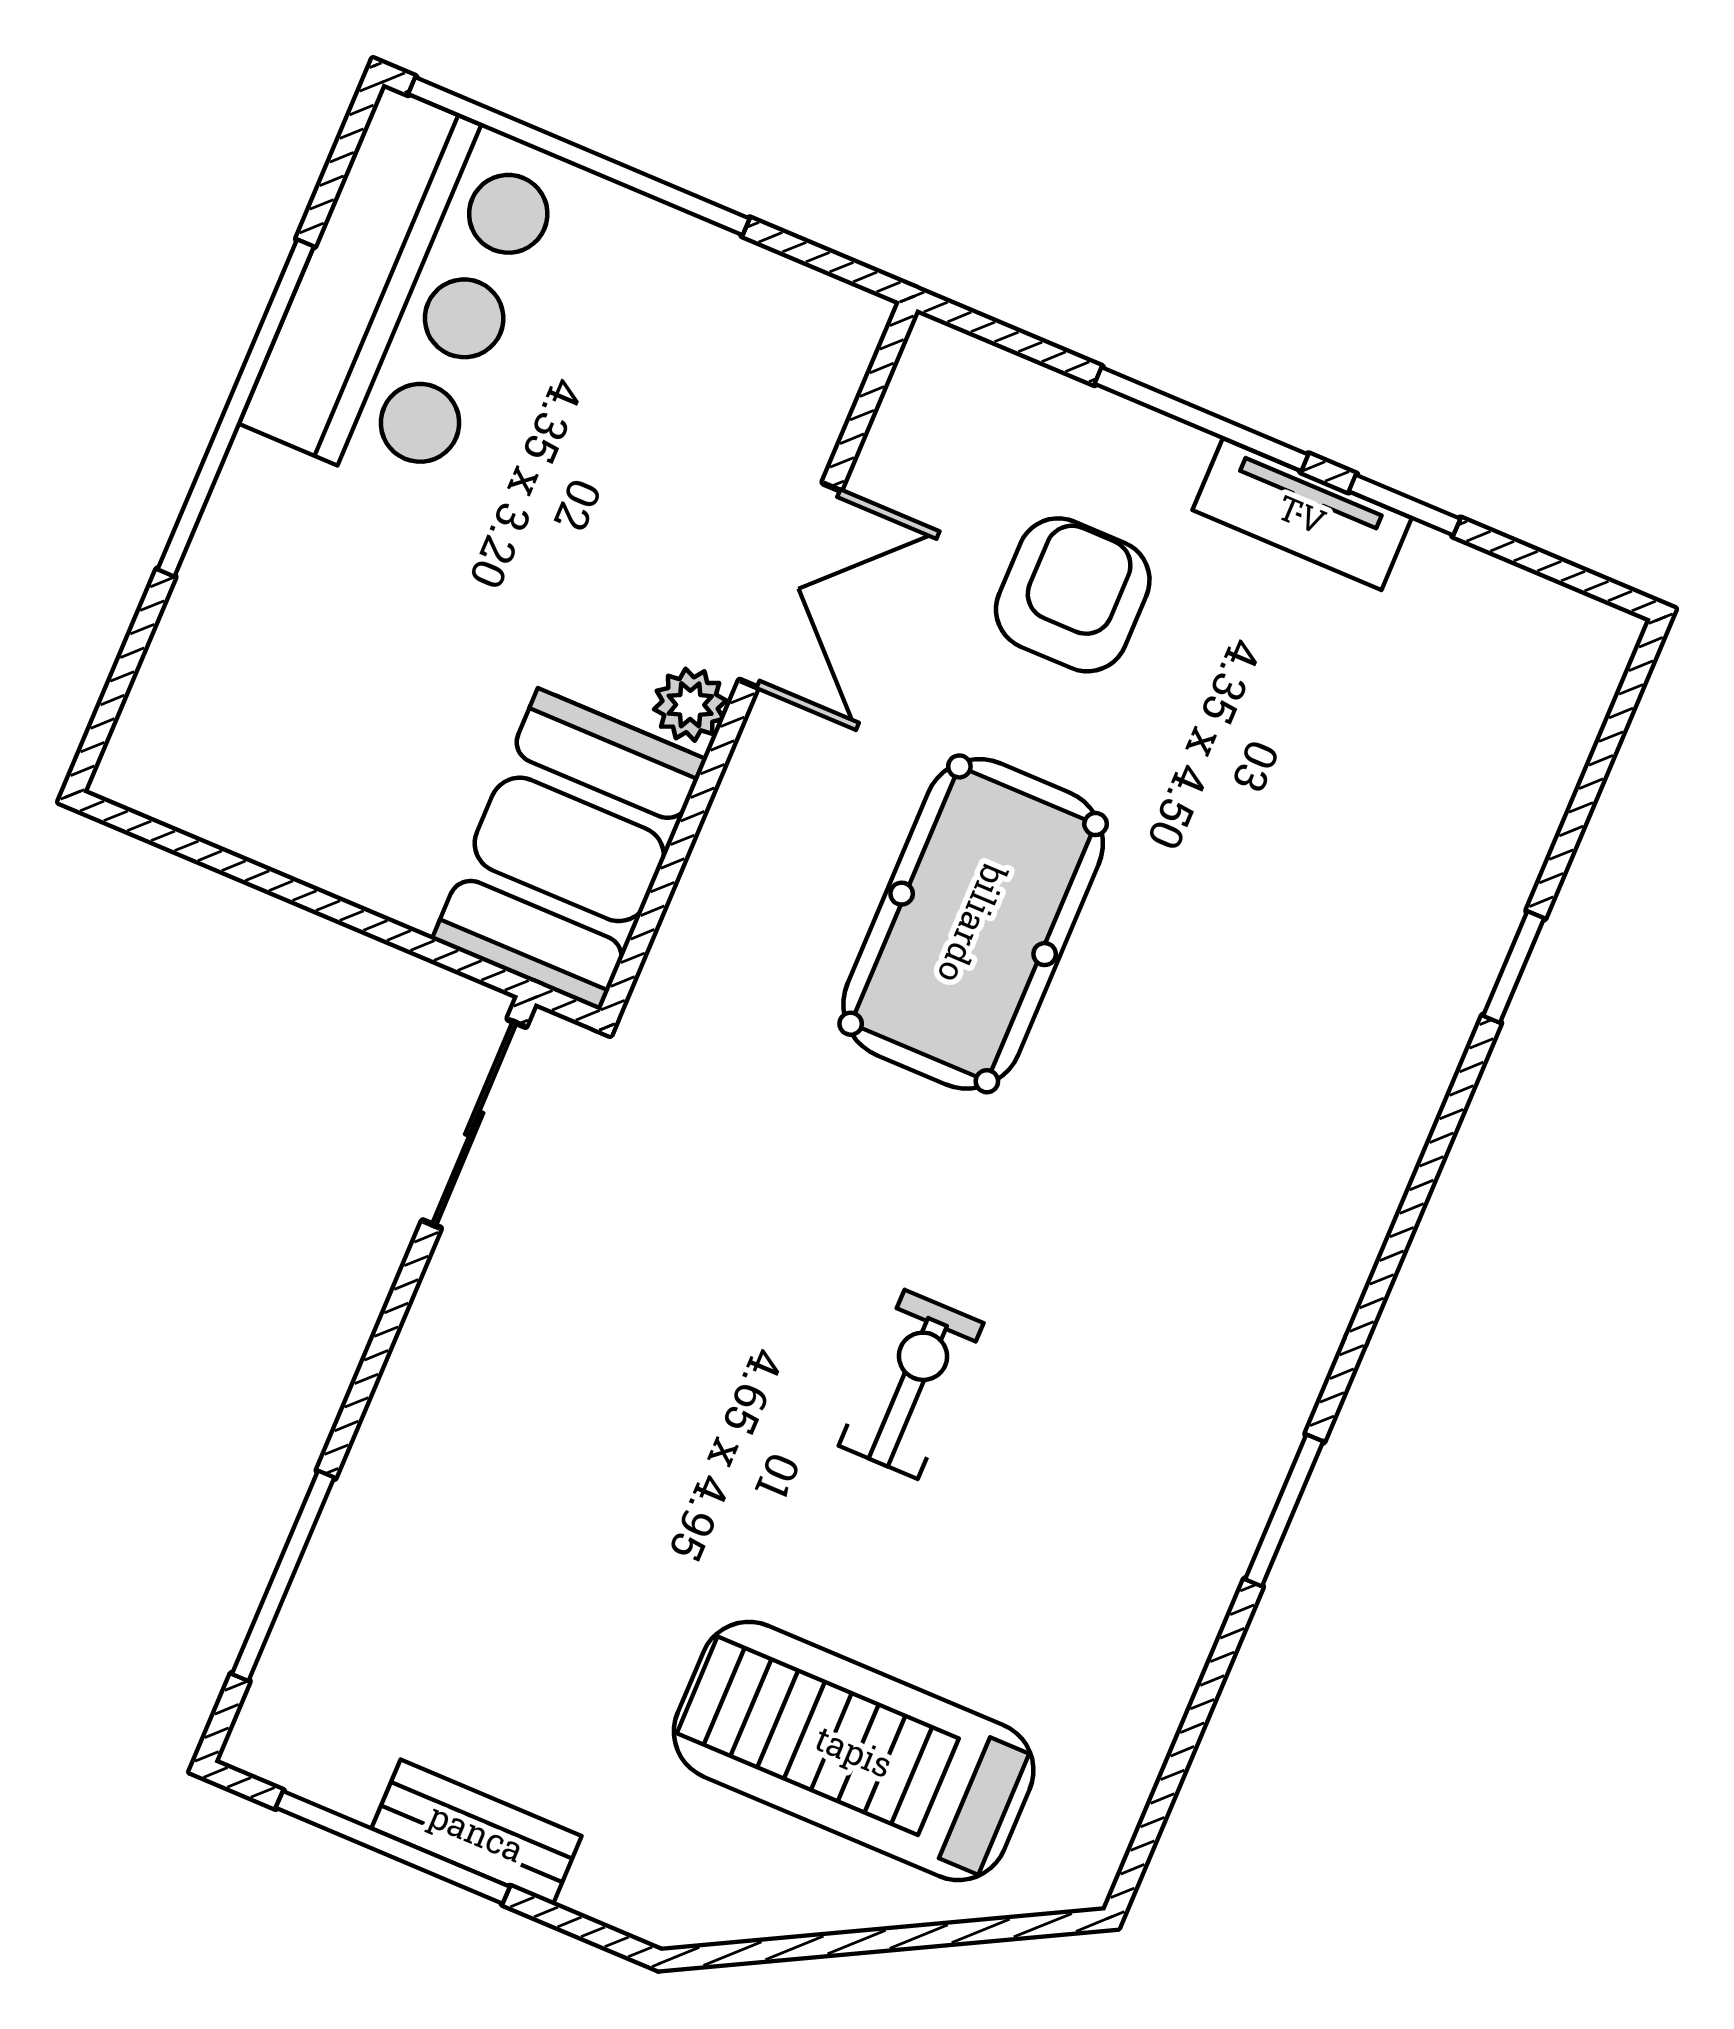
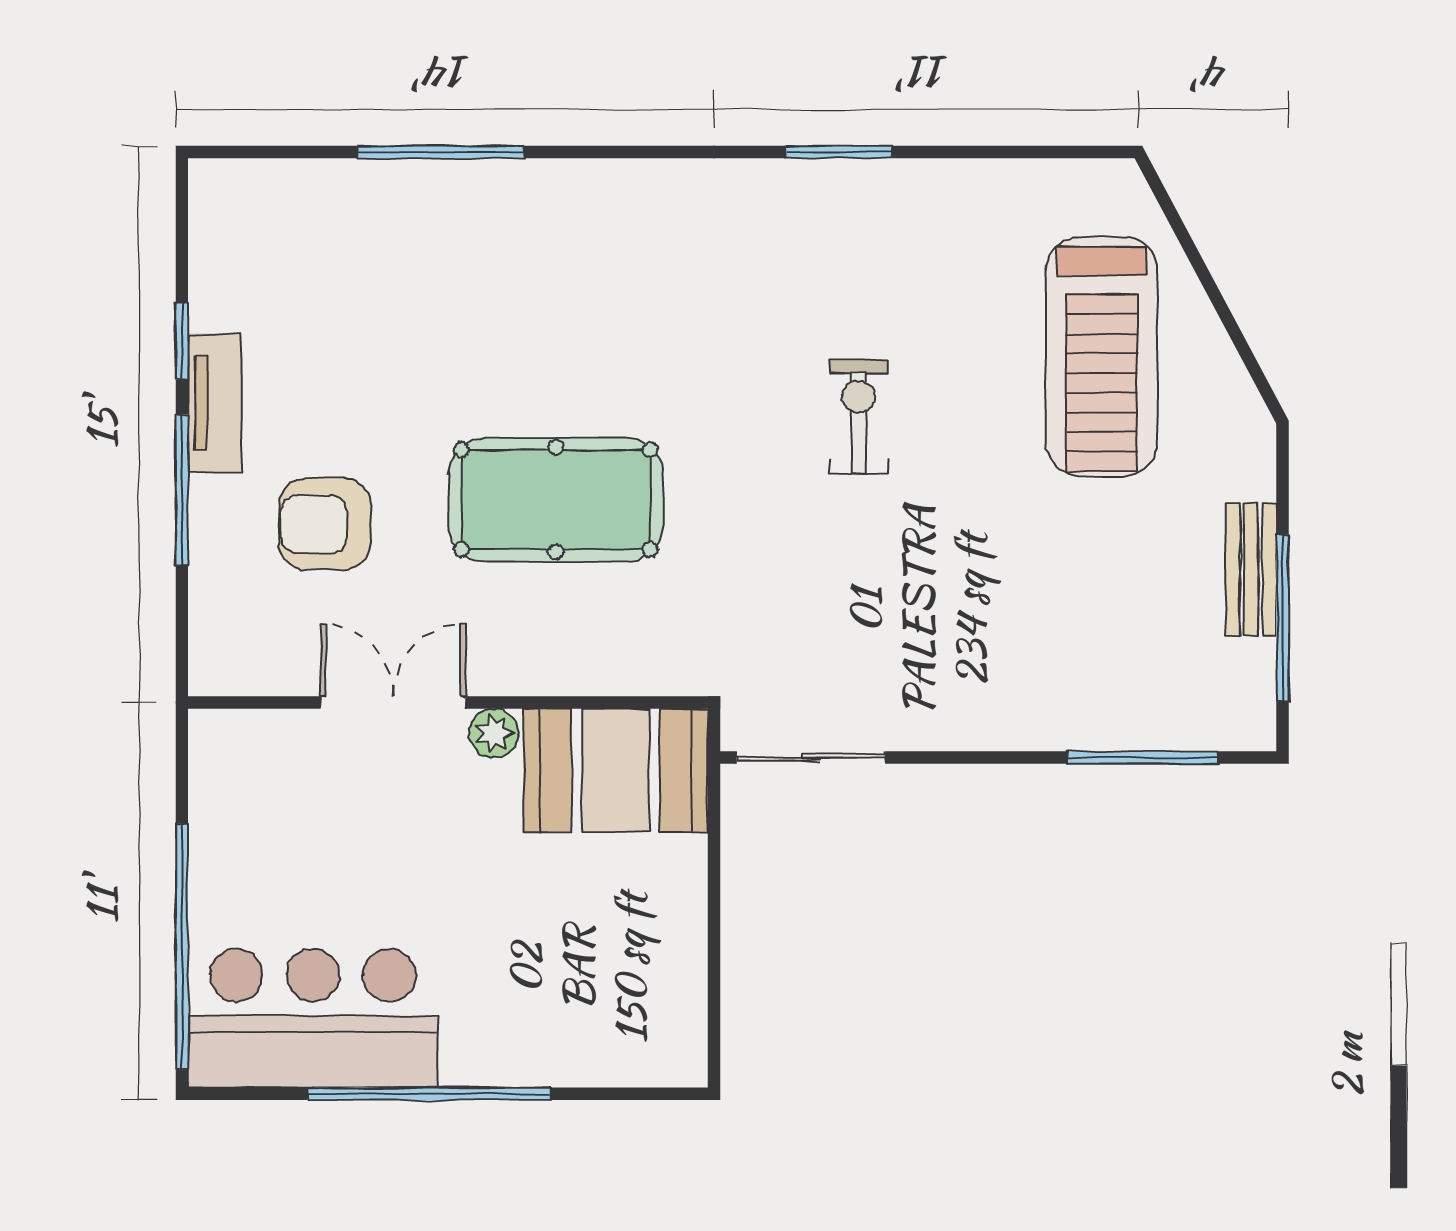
window: (1514, 967) -> (441, 152), width x2.17
exercise bike: (911, 1384) -> (859, 417), turned 90

